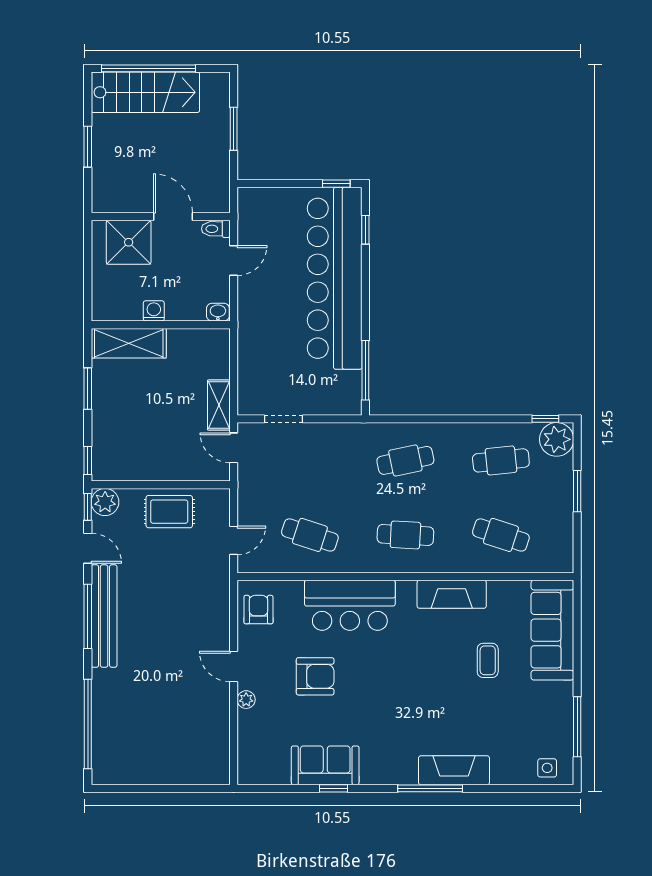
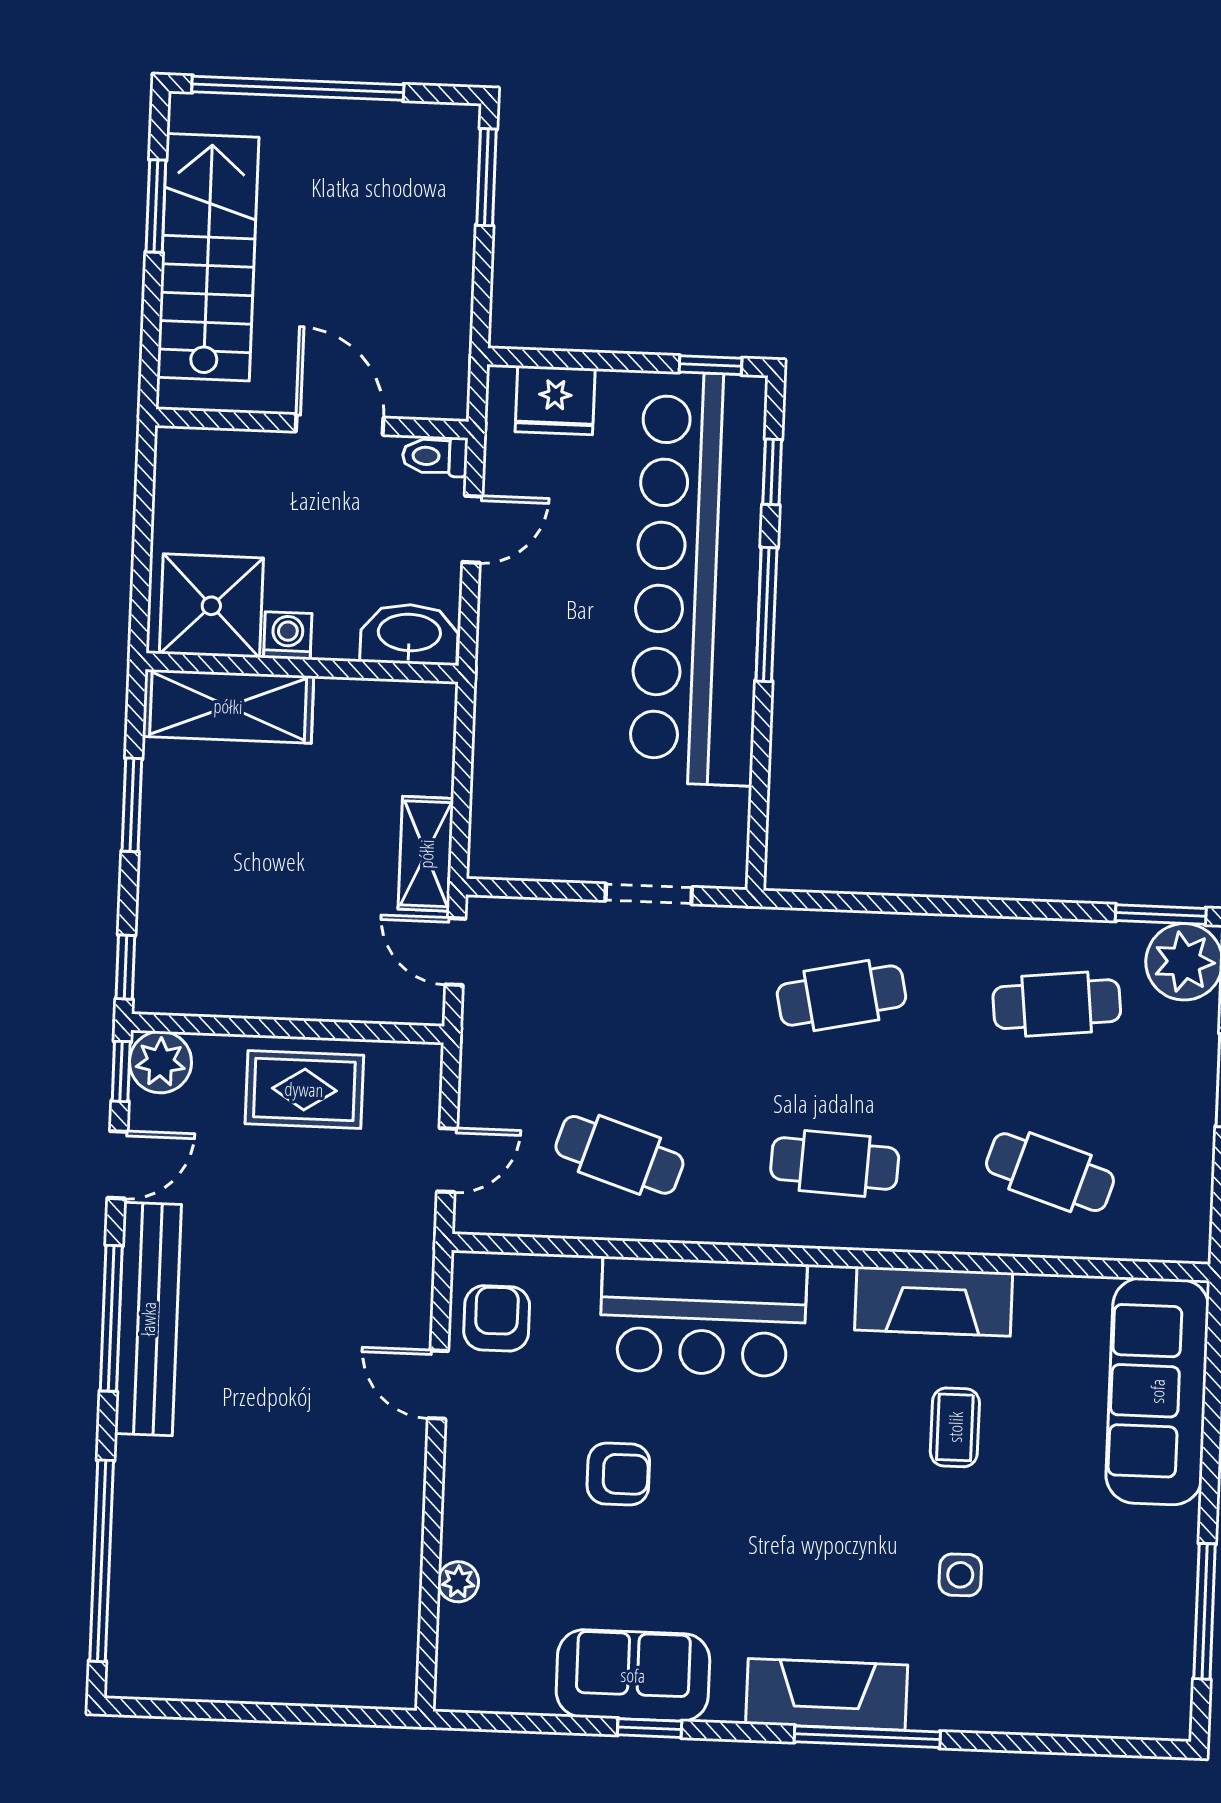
stairs: (145, 92) -> (208, 257), moved, turned -90
window: (234, 129) -> (486, 177), moved
window: (88, 147) -> (156, 206), moved
fridge: (268, 202) -> (555, 400), added
shower: (129, 242) -> (211, 606), moved
washbasin: (218, 312) -> (409, 634), width x1.91, depth x1.45
window: (365, 370) -> (766, 614), moved
doorway: (283, 419) -> (649, 894), moved
window: (545, 419) -> (1161, 915), width x1.50
door: (88, 548) -> (117, 1165), hinge flipped
coffee table: (488, 660) -> (955, 1427), moved
door: (234, 667) -> (438, 1385), moved
armchair: (315, 676) -> (618, 1474), width x0.72, depth x0.72
plant: (246, 700) -> (458, 1582), moved
side table: (547, 768) -> (960, 1575), moved
fireplace: (454, 770) -> (827, 1694), moved

